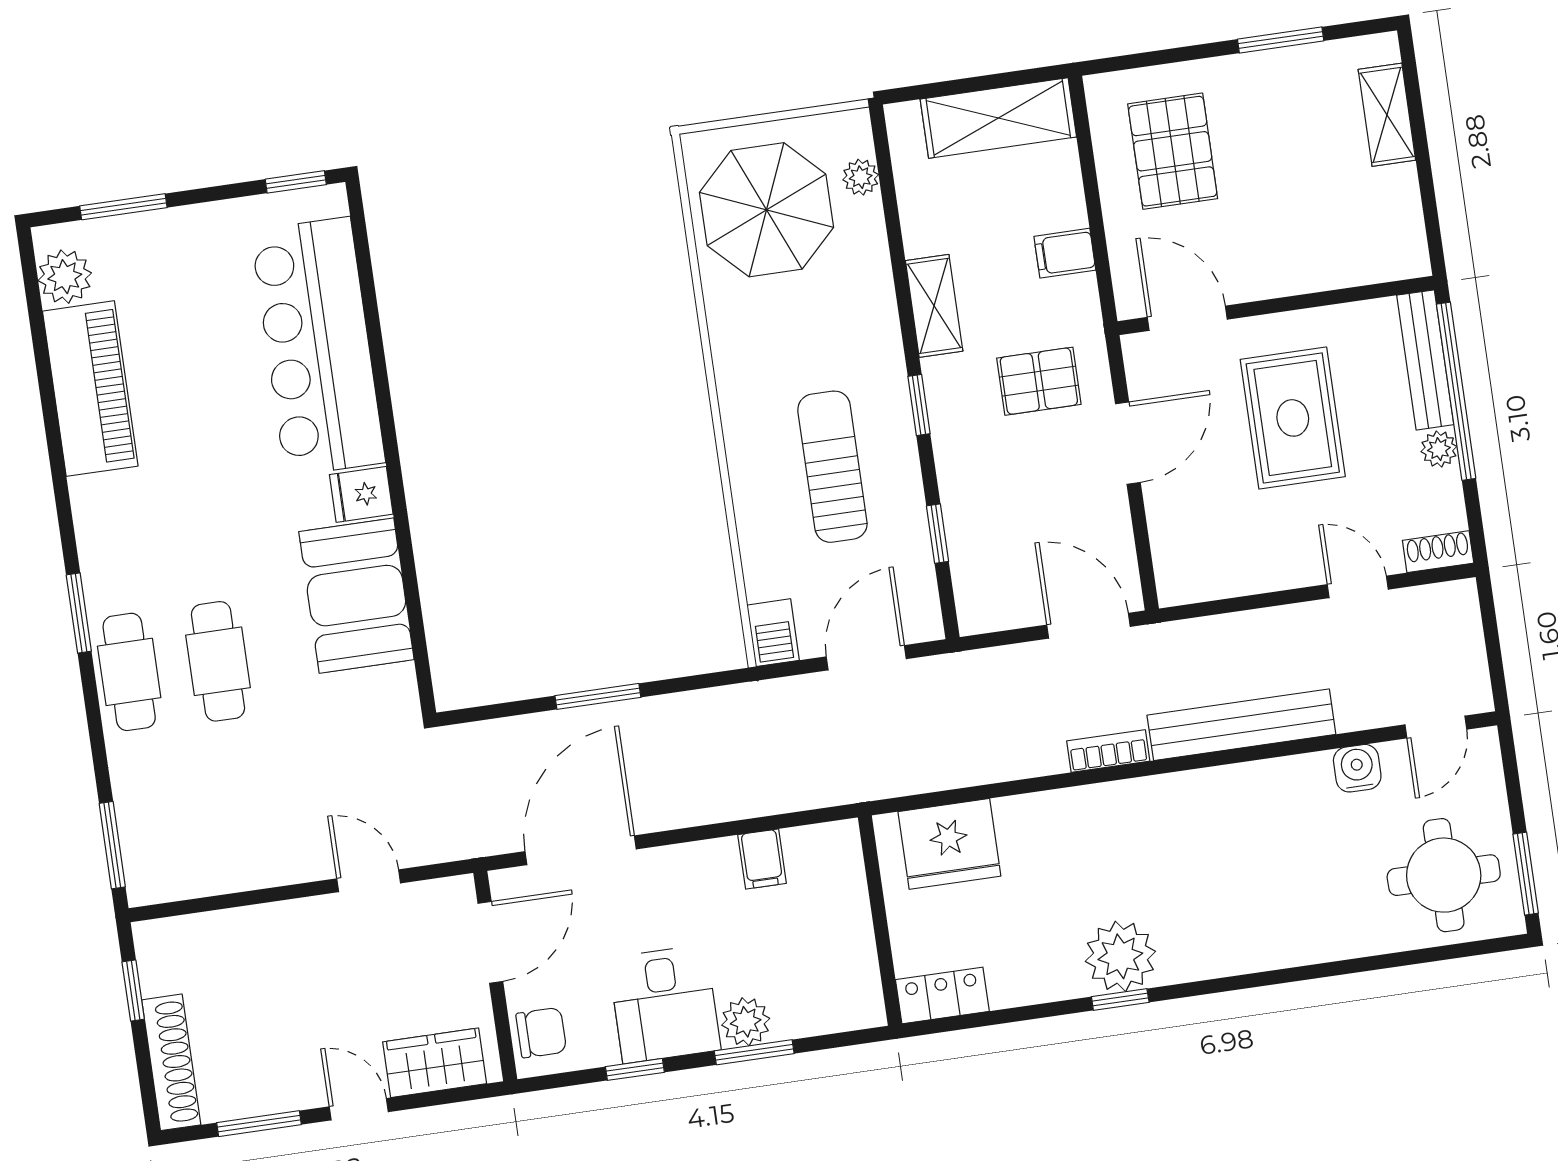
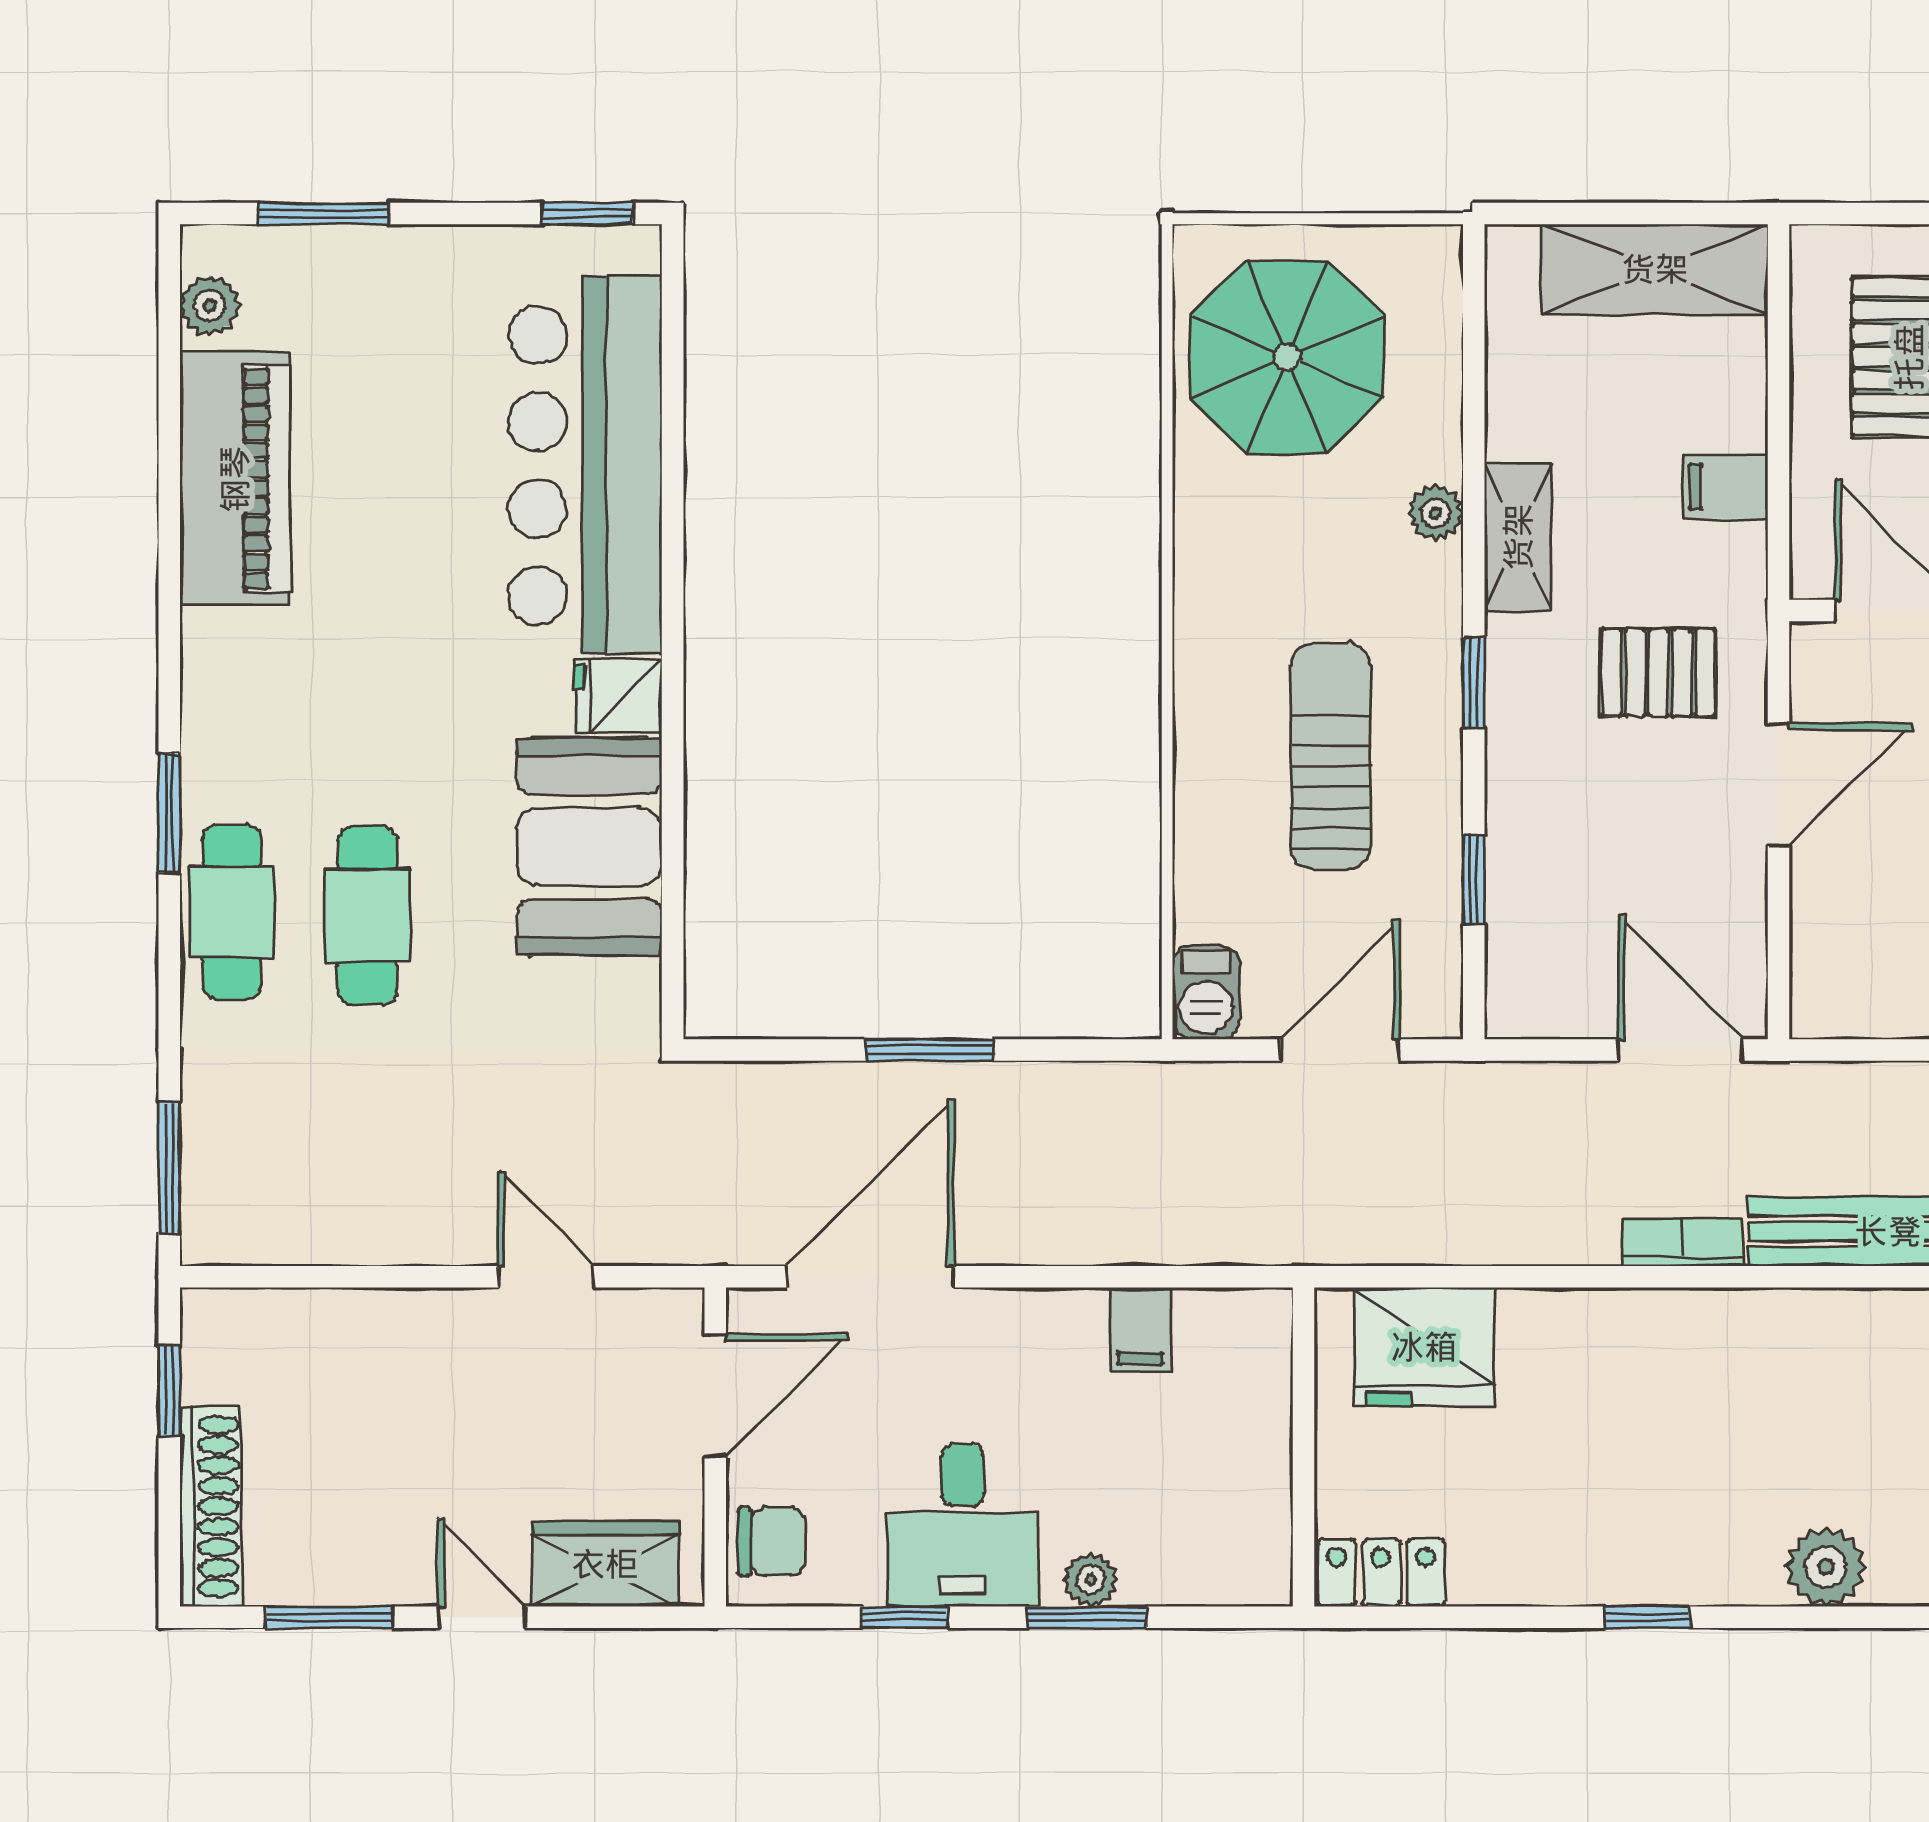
plant: (861, 177) -> (1435, 513), moved
plant: (65, 277) -> (210, 306), width x0.73, depth x0.73
plant: (1120, 956) -> (1826, 1567), moved, width x0.73, depth x0.73
plant: (746, 1022) -> (1091, 1580), width x0.73, depth x0.73

